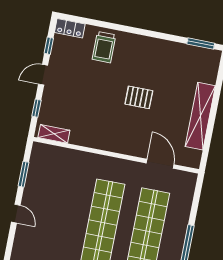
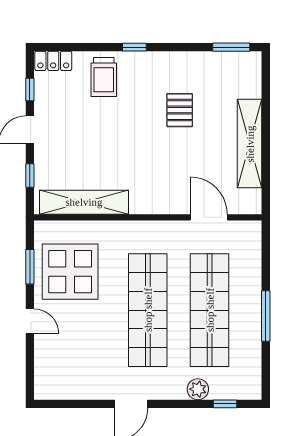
window: (130, 30) -> (134, 47), added
pallet: (139, 97) -> (180, 110), moved, turned 90
shelving: (54, 134) -> (84, 202), width x2.20, depth x1.33
display table: (52, 183) -> (70, 272), added

